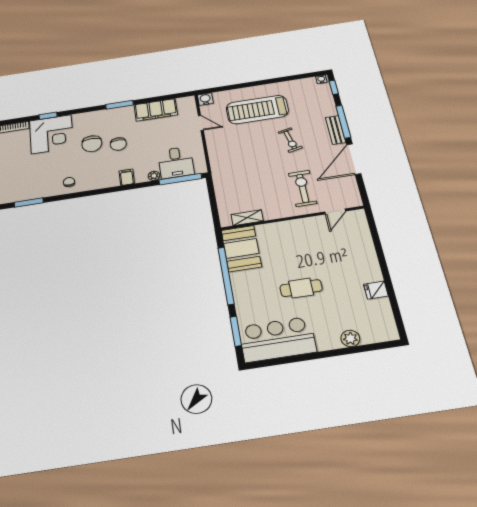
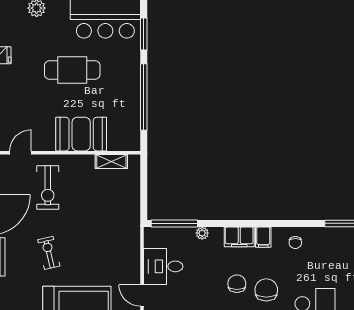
desk: (176, 162) -> (163, 266), moved, turned -90
filing cabinet: (127, 177) -> (239, 237), width x2.00
filing cabinet: (98, 181) -> (263, 237), added
booth: (241, 248) -> (81, 134), moved, turned 90
cafe table: (301, 288) -> (72, 70), width x1.37, depth x1.35

